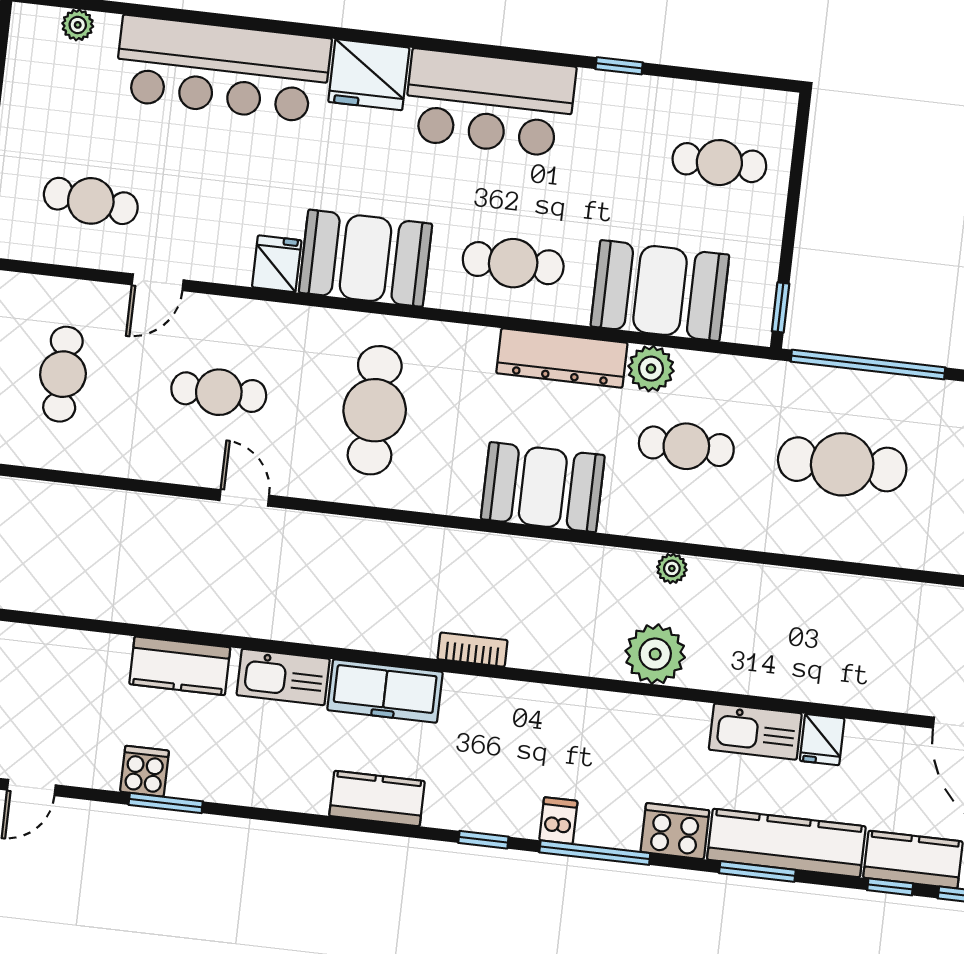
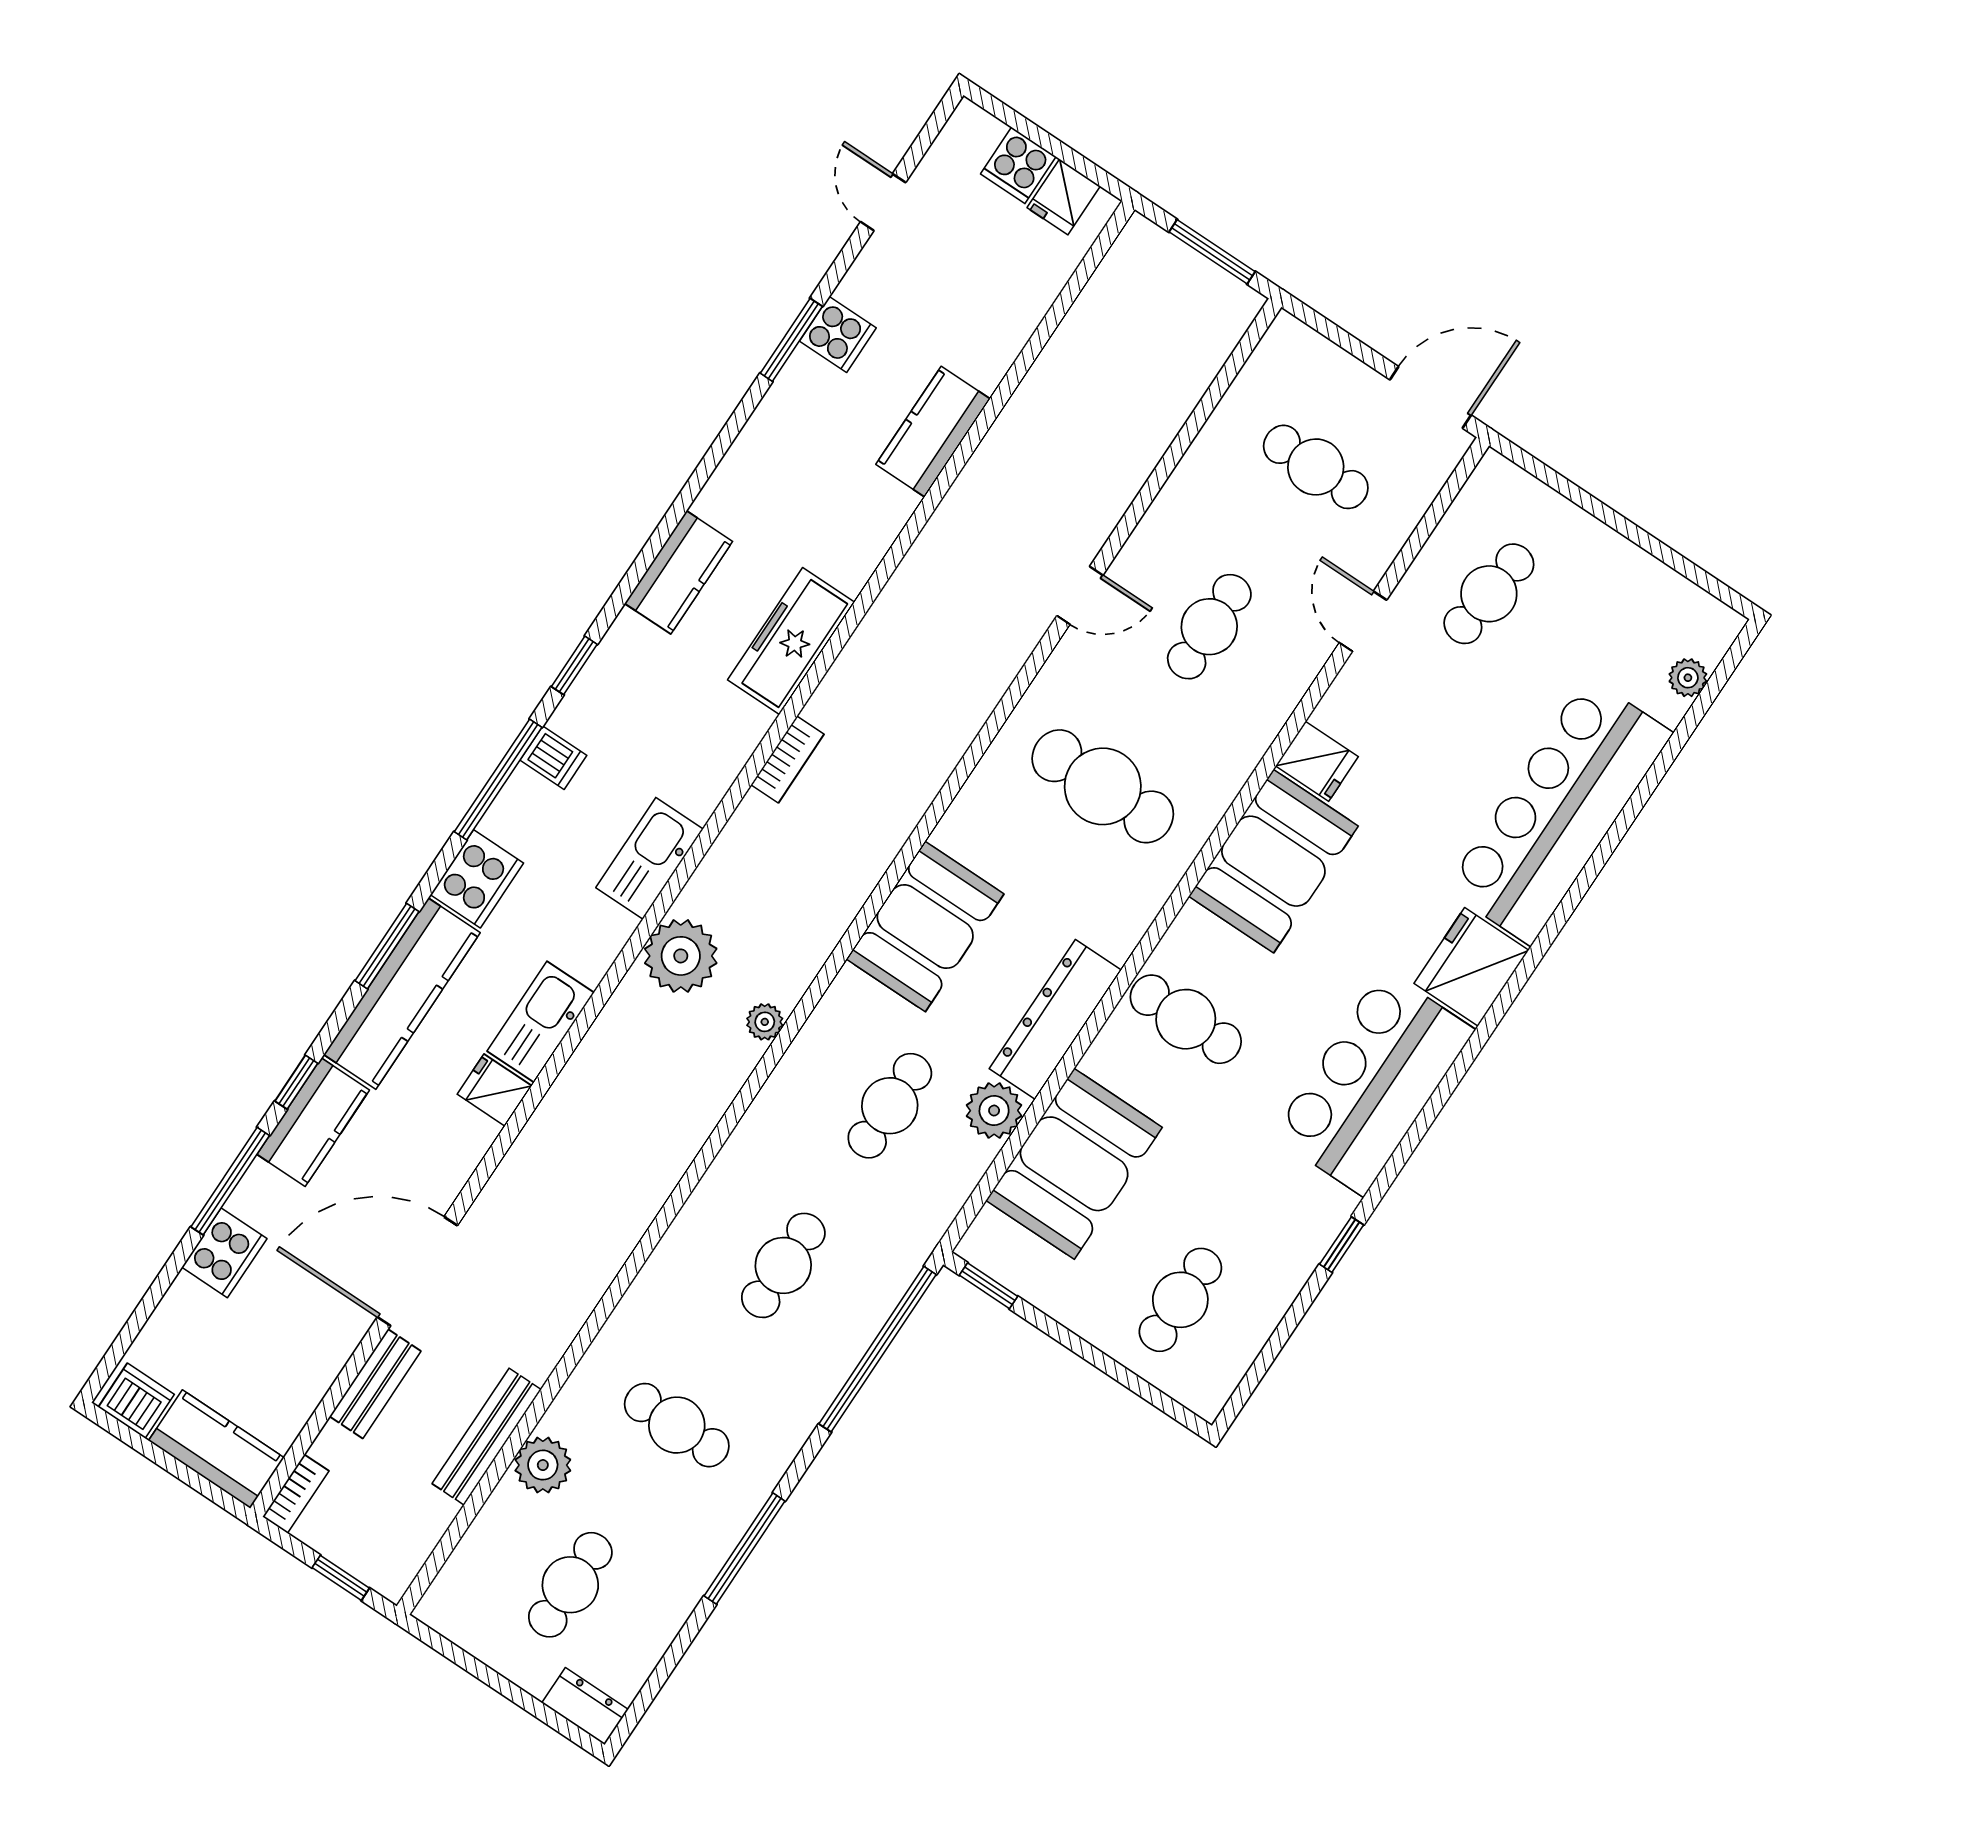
cafe table: (513, 263) -> (1186, 1019), turned 90
cafe table: (842, 464) -> (783, 1265), width x0.73, depth x0.74
kitchen sink: (283, 677) -> (650, 858), moved

